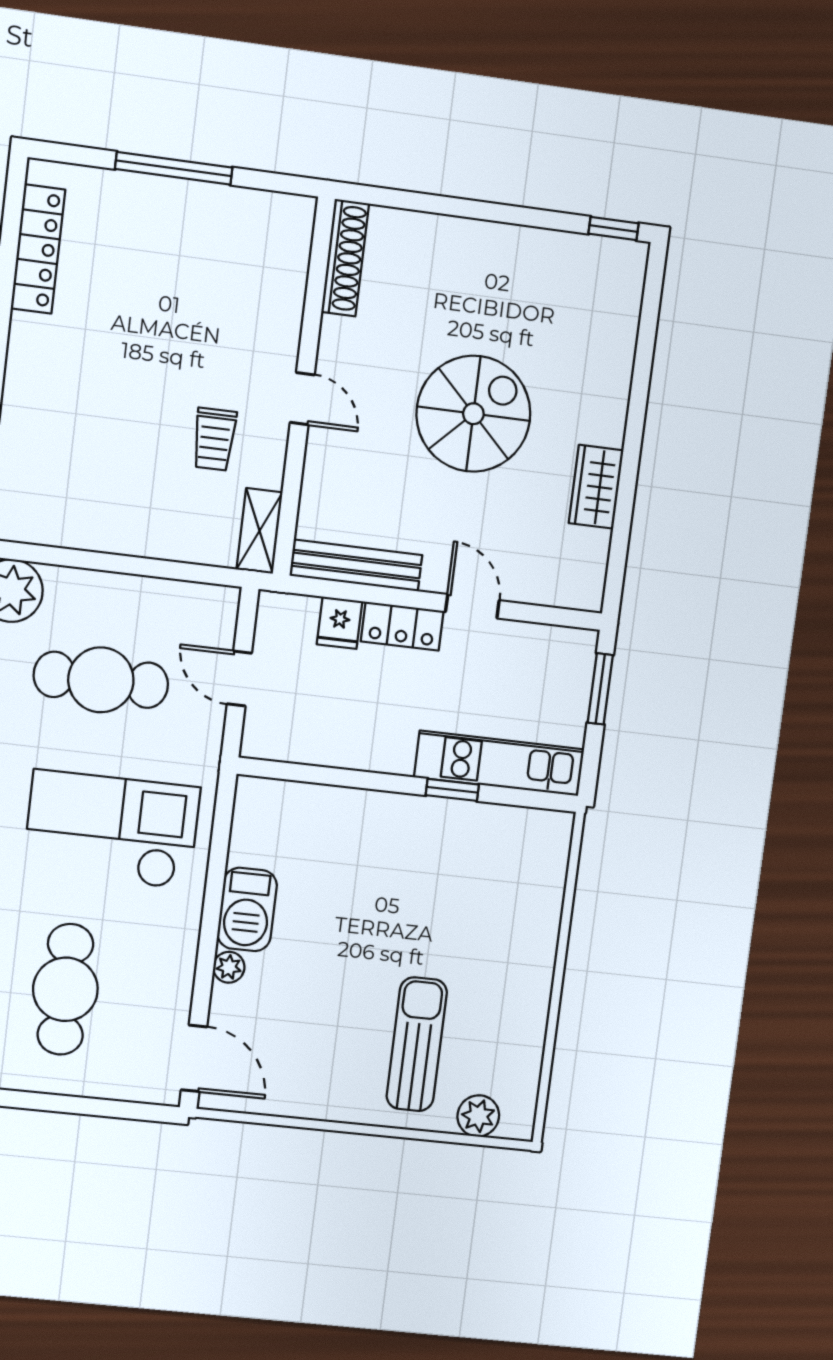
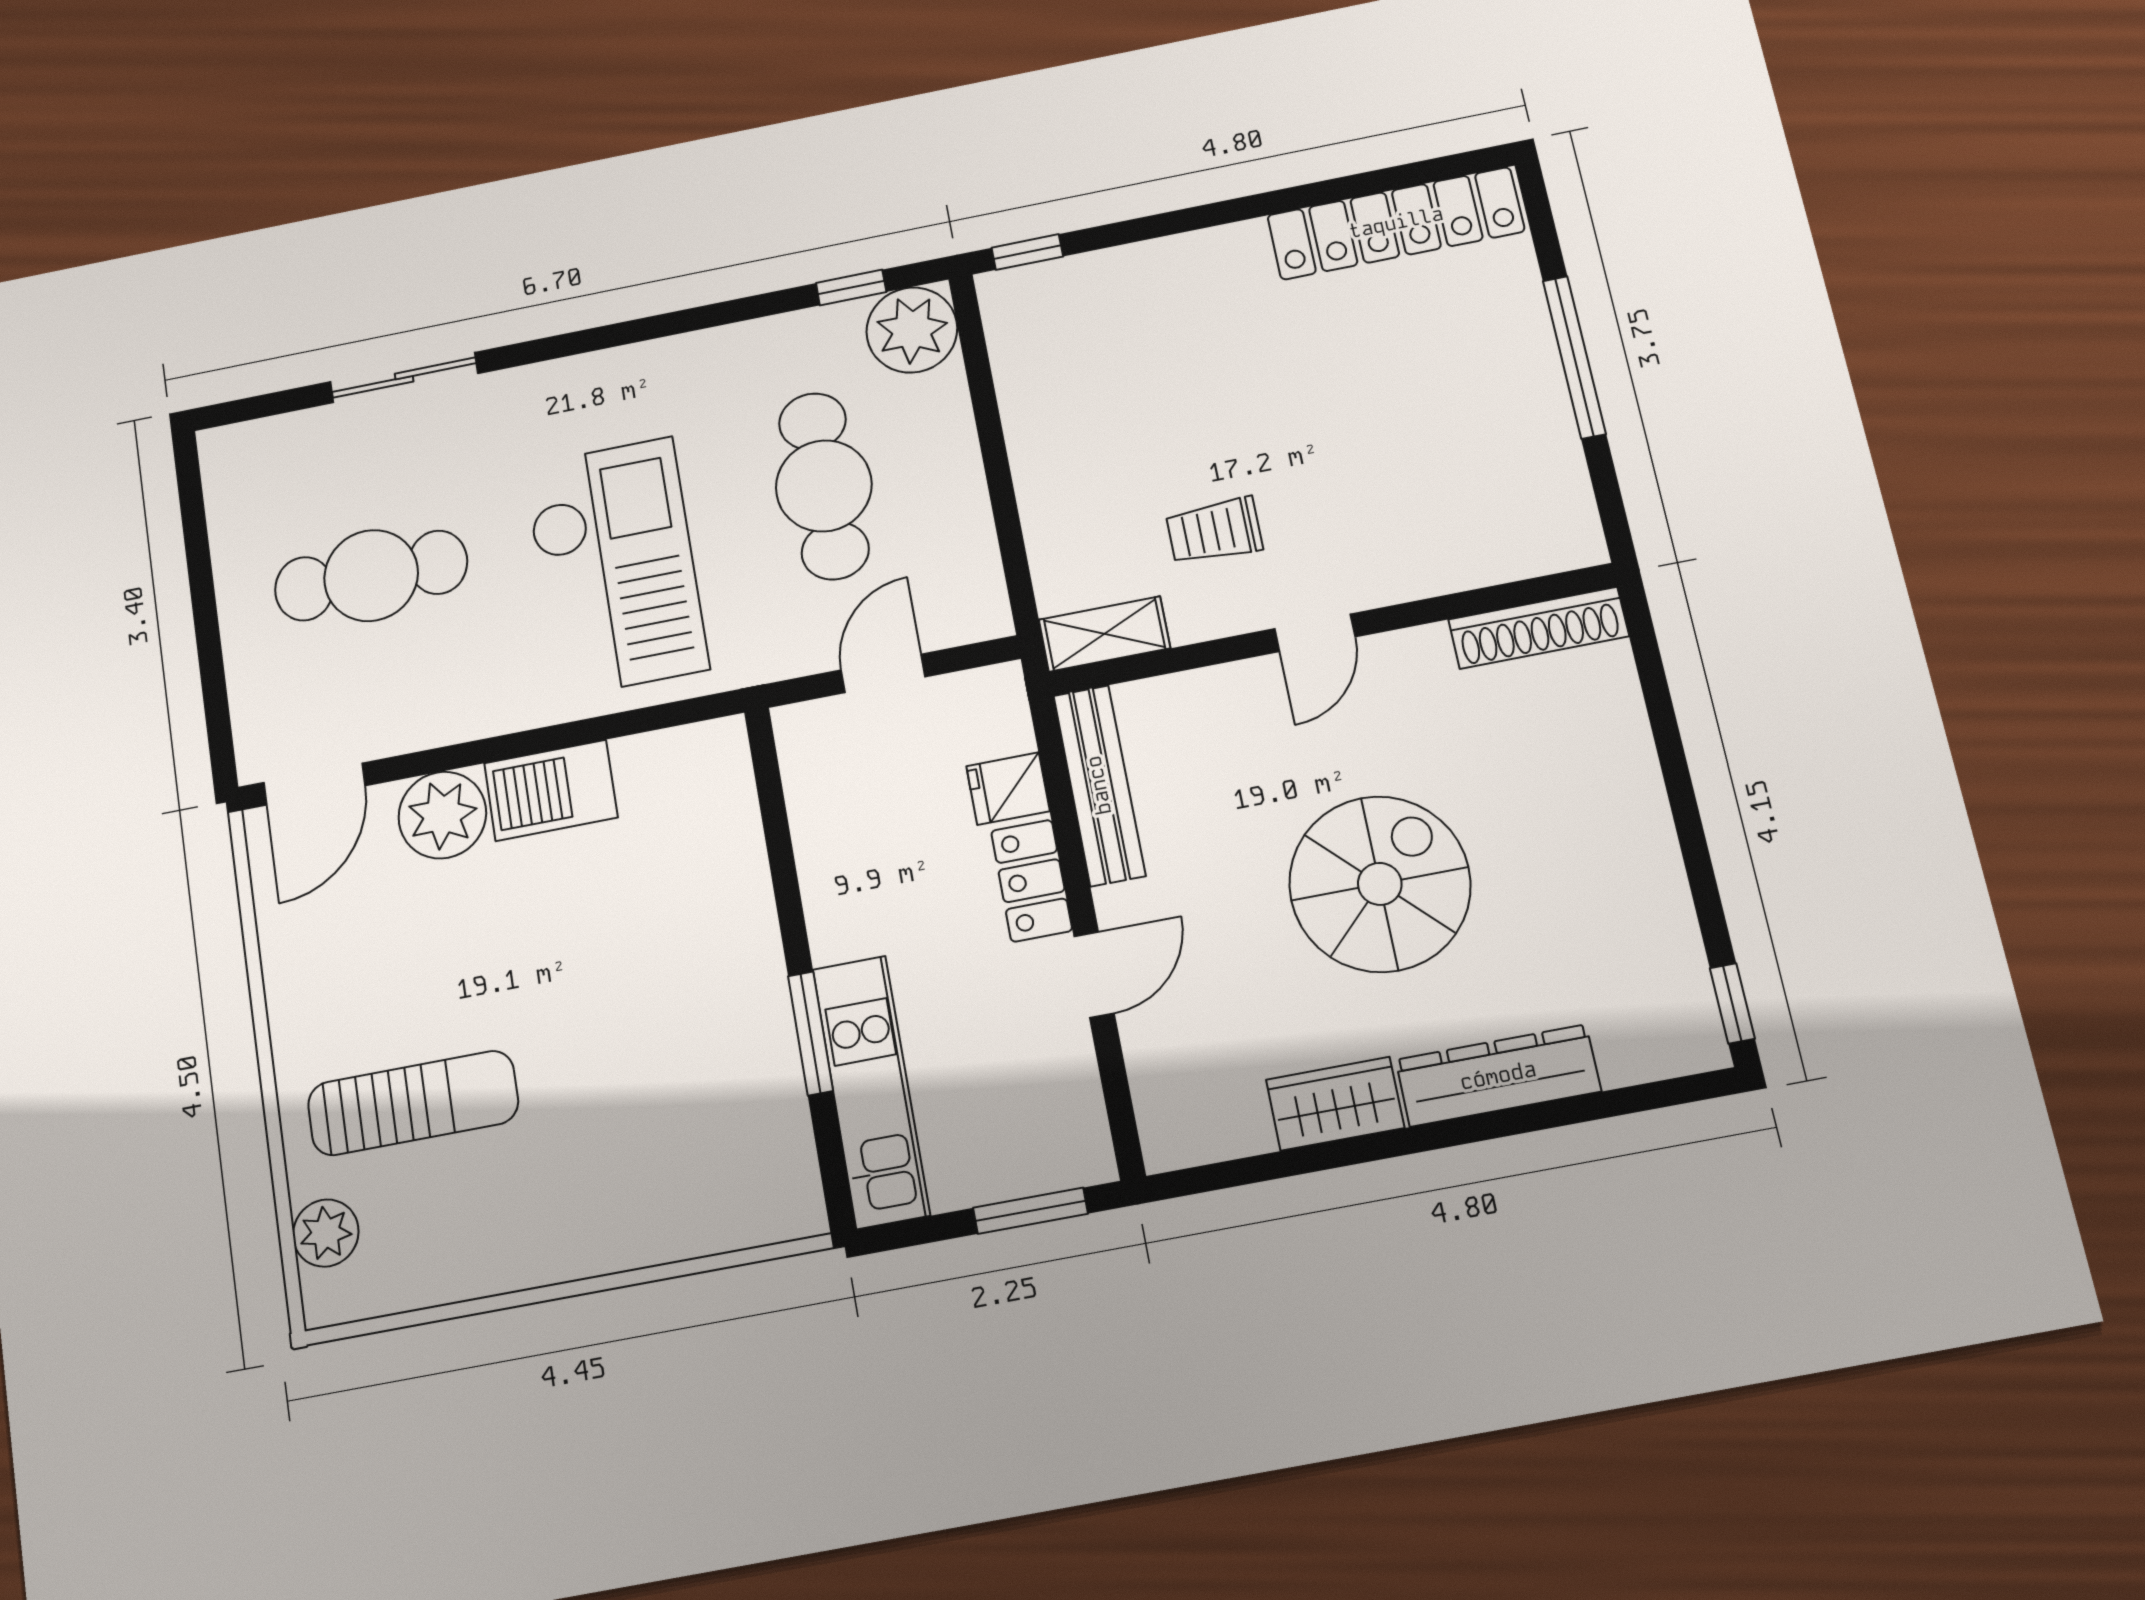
locker: (38, 249) -> (1396, 223), width x1.41, depth x1.21
dresser: (611, 384) -> (1498, 1076), added
spiral stairs: (473, 414) -> (1380, 884), turned -90
window: (452, 790) -> (810, 1033), width x1.50
plant: (229, 967) -> (442, 815), width x1.88, depth x1.88

